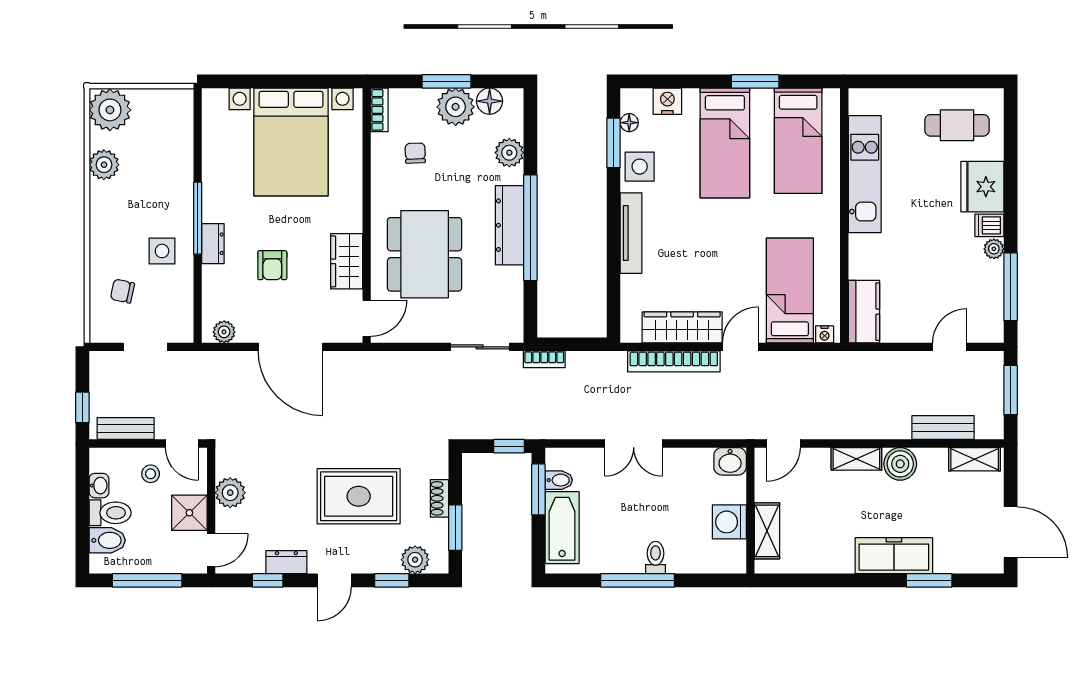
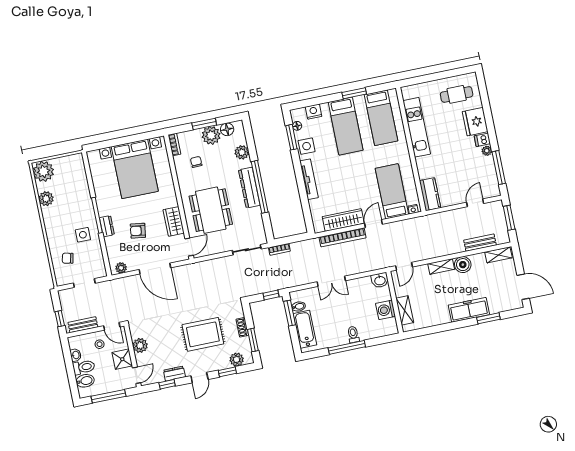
armchair: (272, 265) -> (138, 231), turned 98

